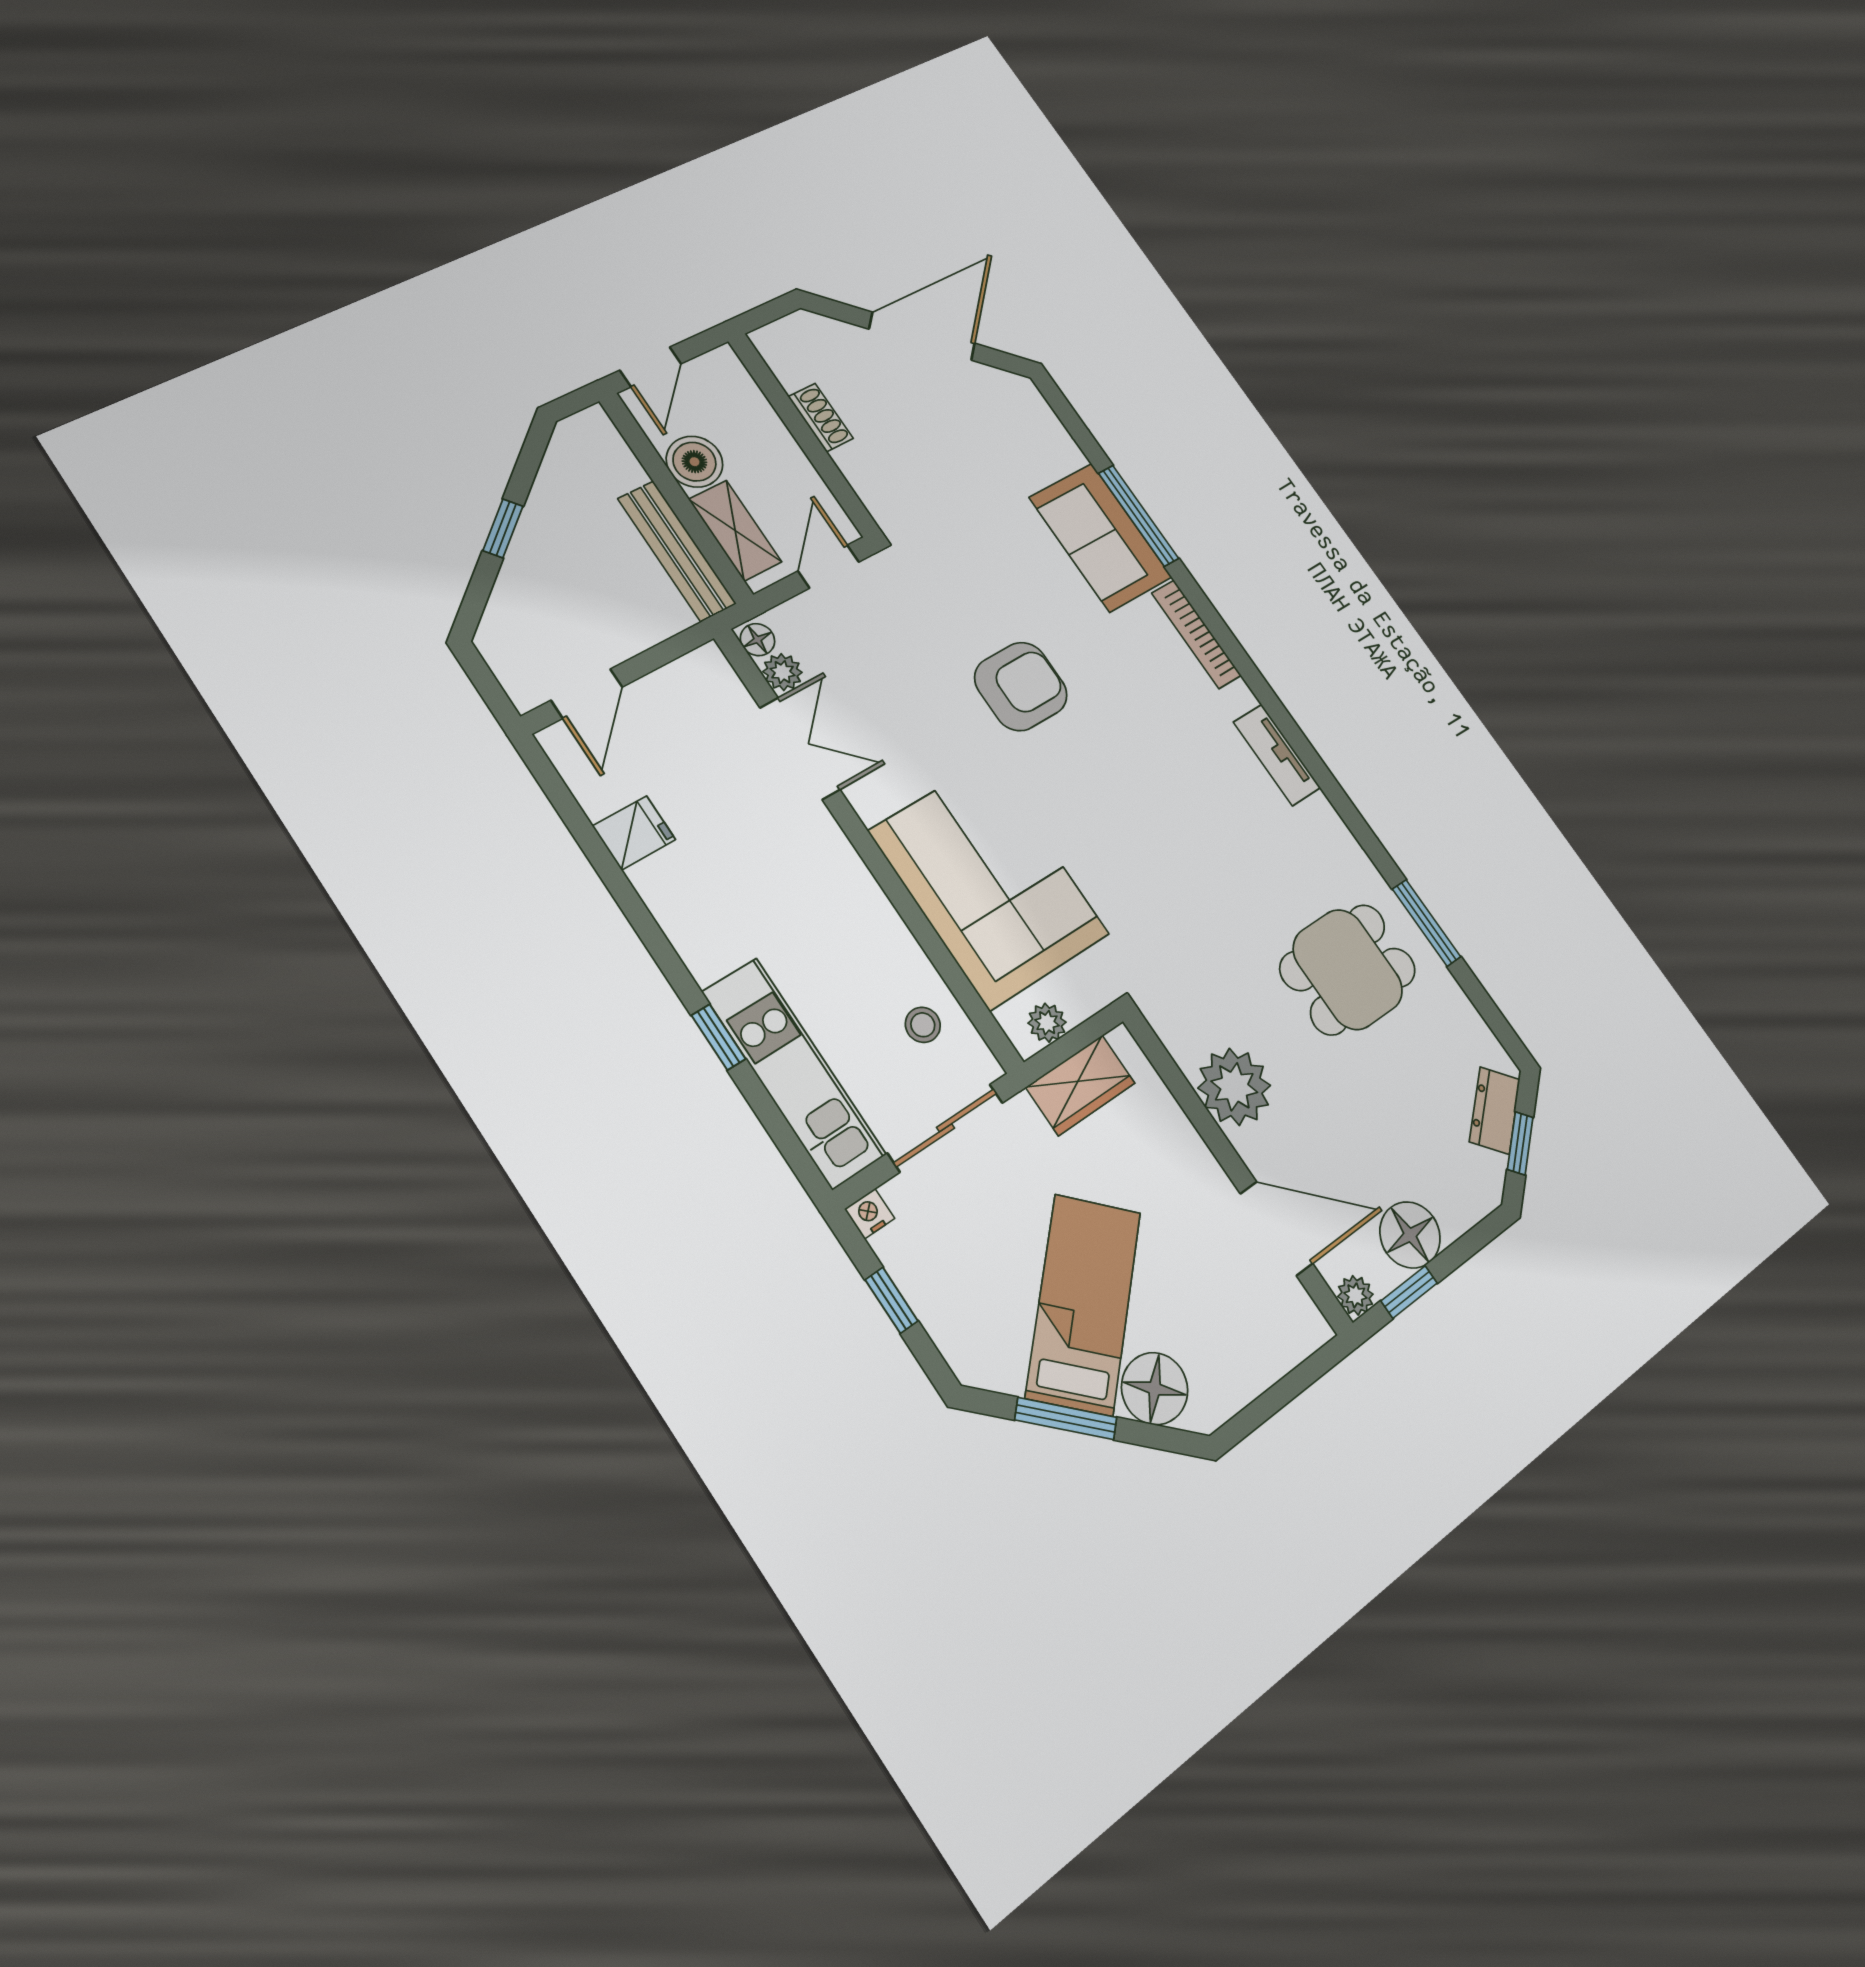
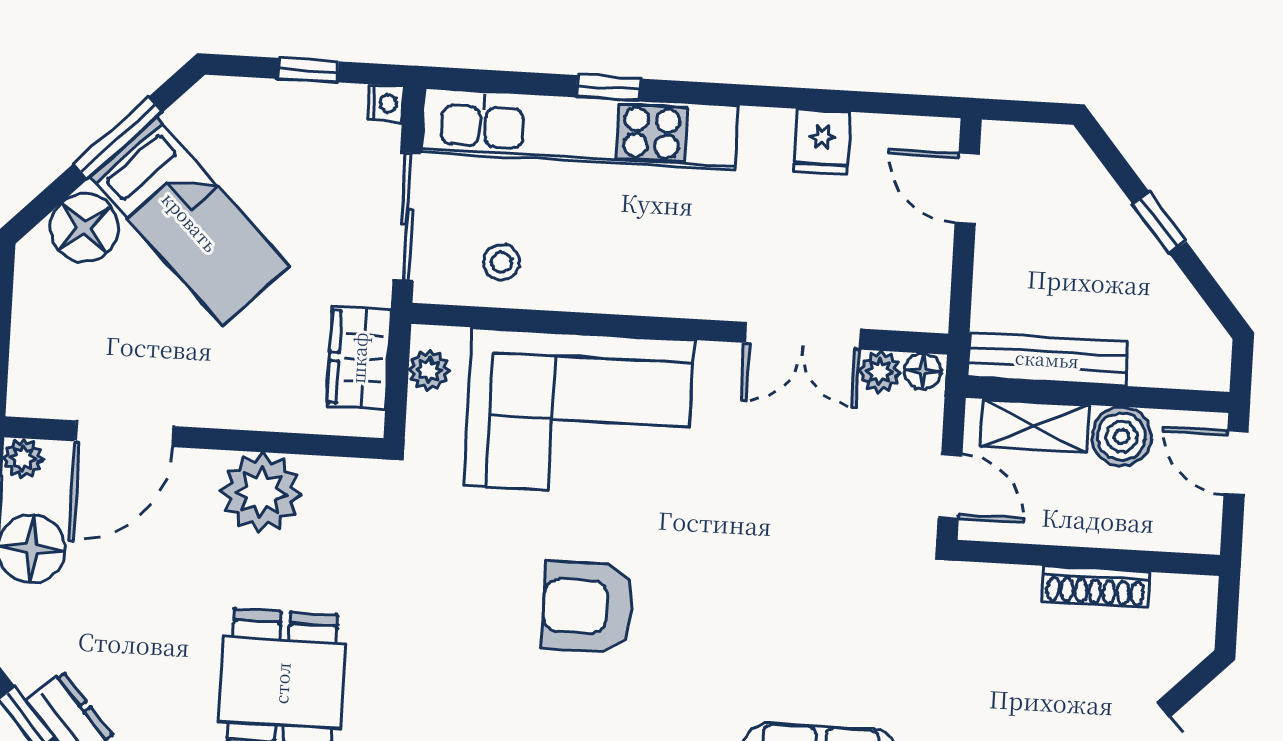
shoe rack: (821, 417) -> (1095, 587), width x1.43
armchair: (1021, 686) -> (588, 607), moved, turned 90
kitchen unit: (794, 1073) -> (580, 129), width x1.36

